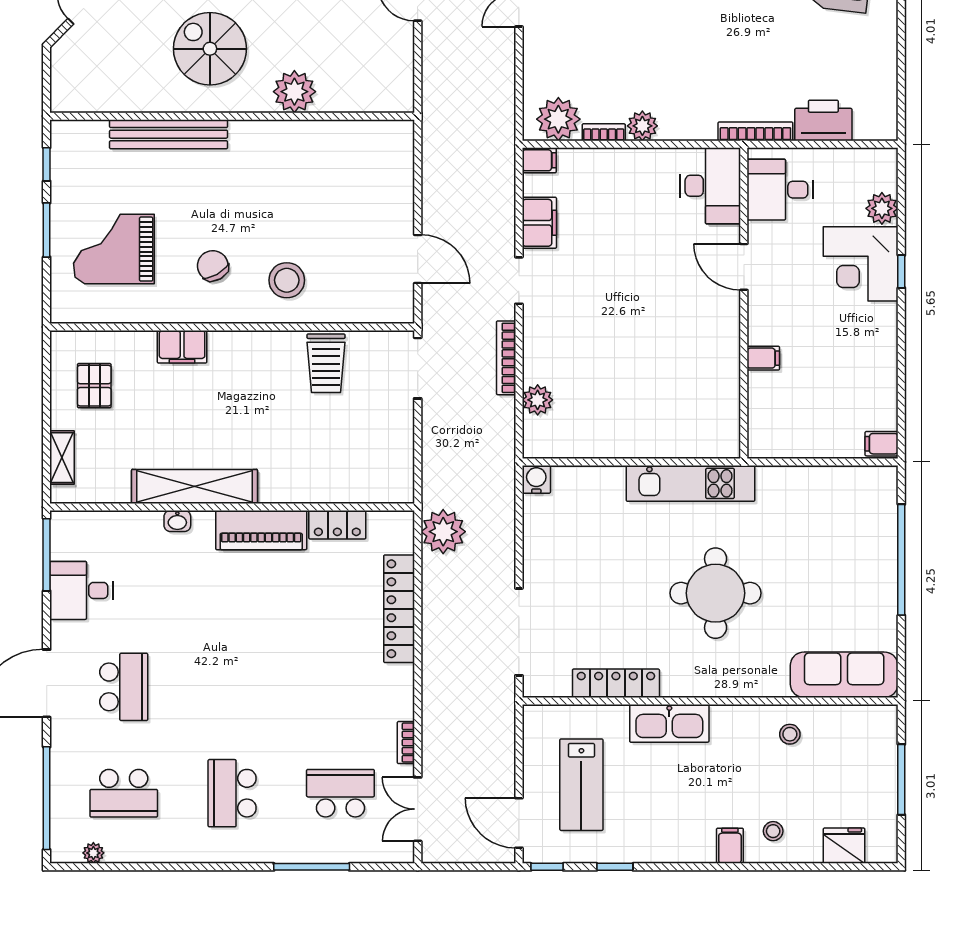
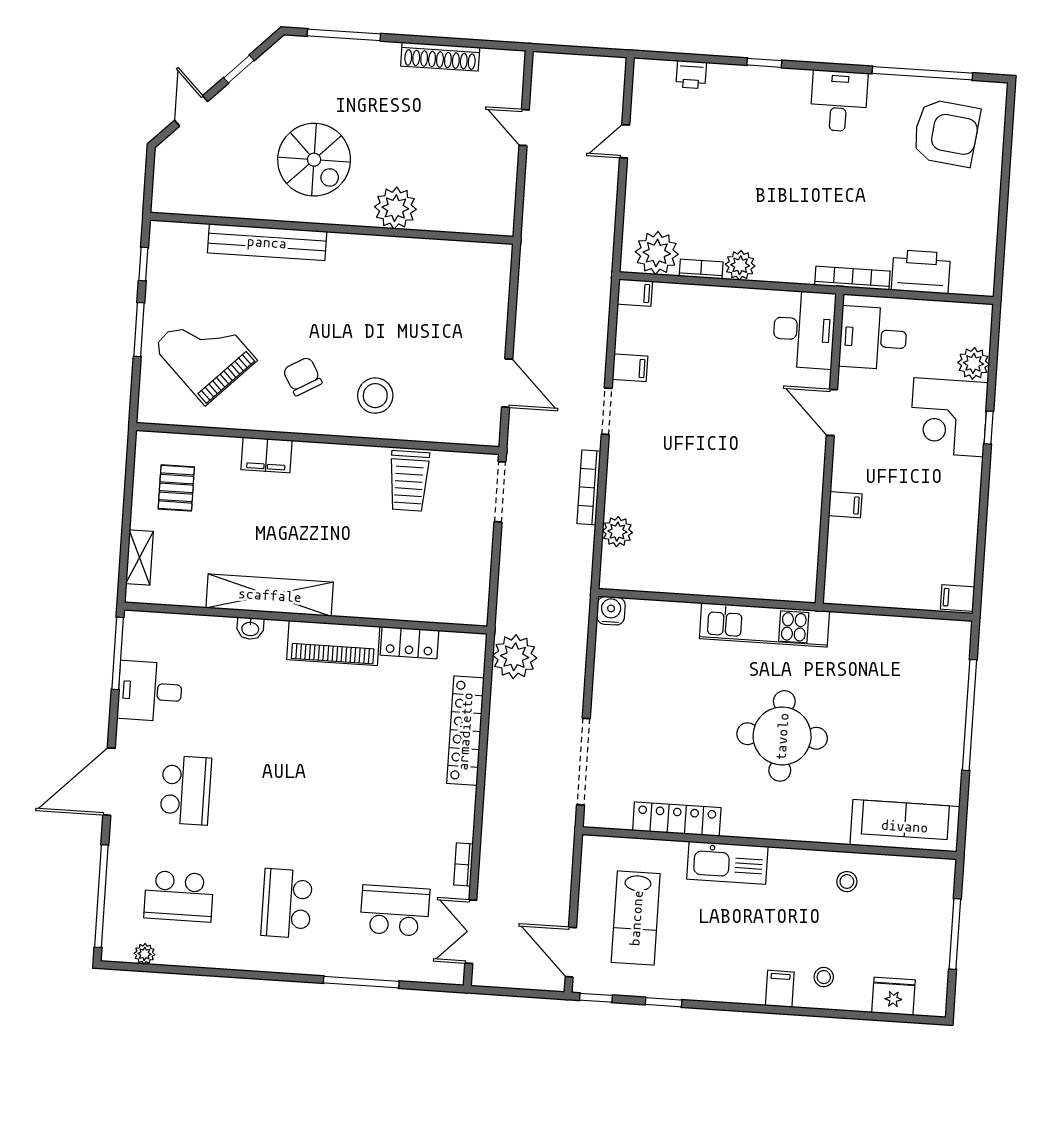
spiral stairs: (210, 49) -> (314, 160), turned 180
filing cabinet: (539, 223) -> (630, 368), width x0.50
grand piano: (114, 249) -> (205, 353), turned 45

